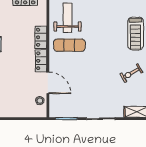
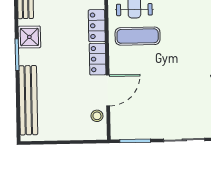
door: (48, 83) -> (108, 90), hinge flipped

